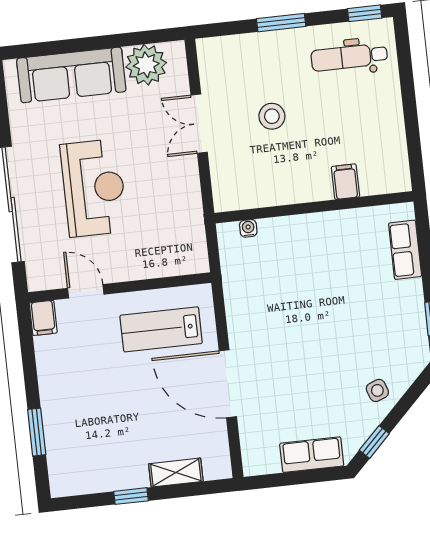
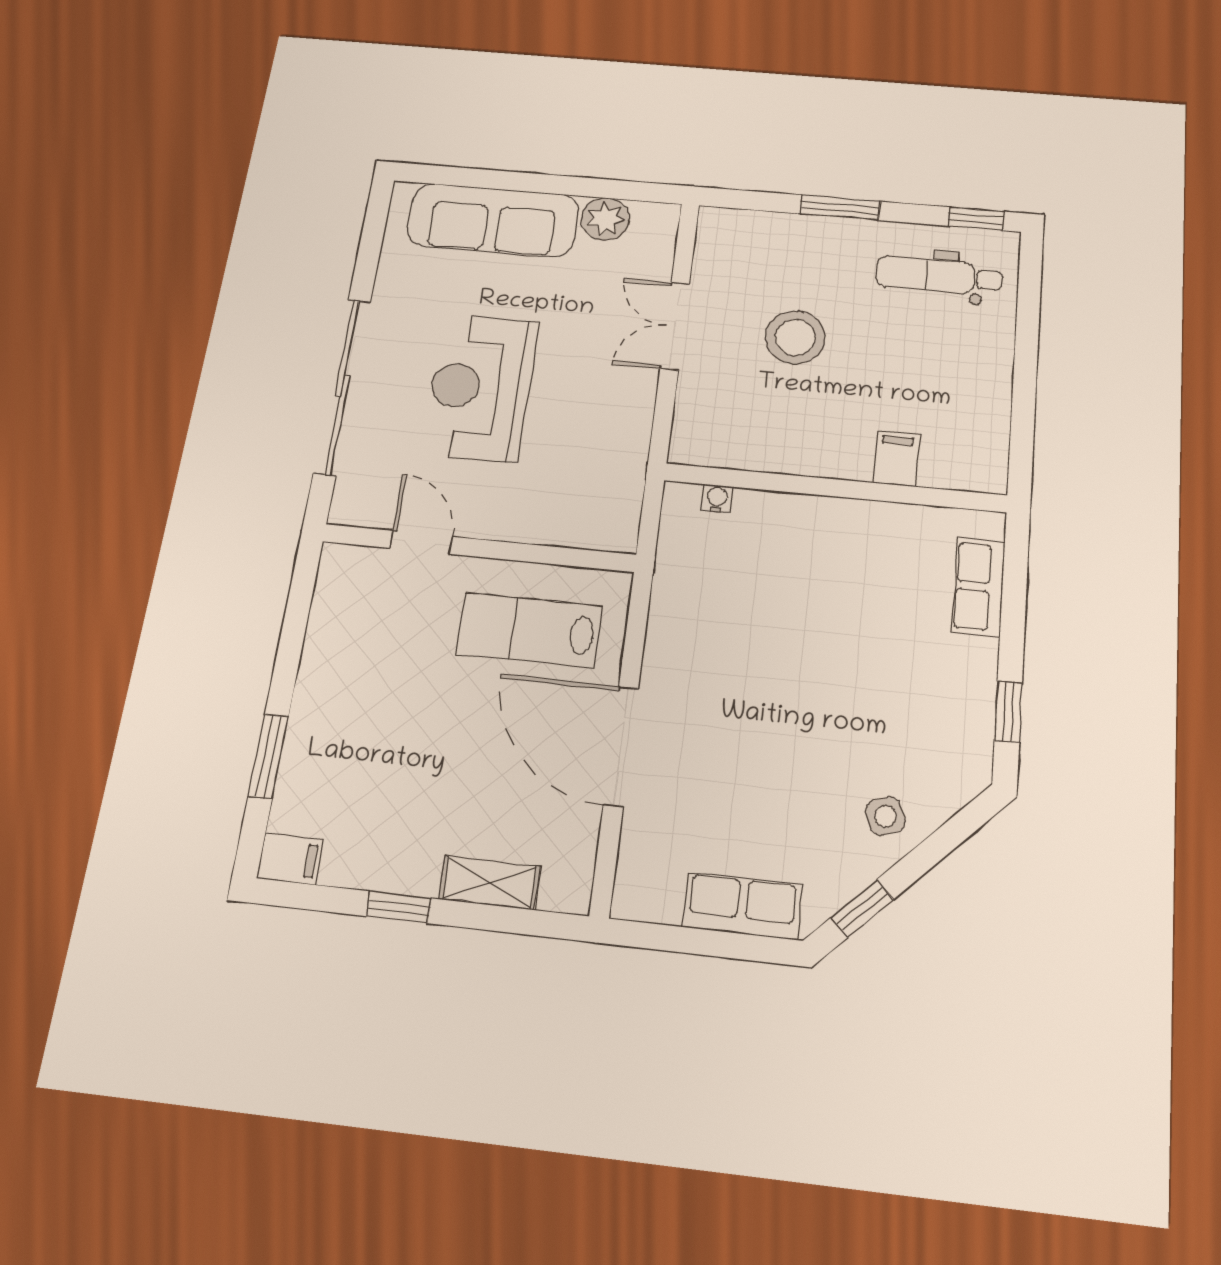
plant: (146, 65) -> (605, 219), width x0.73, depth x0.73
stool: (272, 116) -> (795, 337), width x1.38, depth x1.38
reception desk: (94, 188) -> (480, 387), turned 180
filing cabinet: (43, 318) -> (290, 859), moved, turned -90

